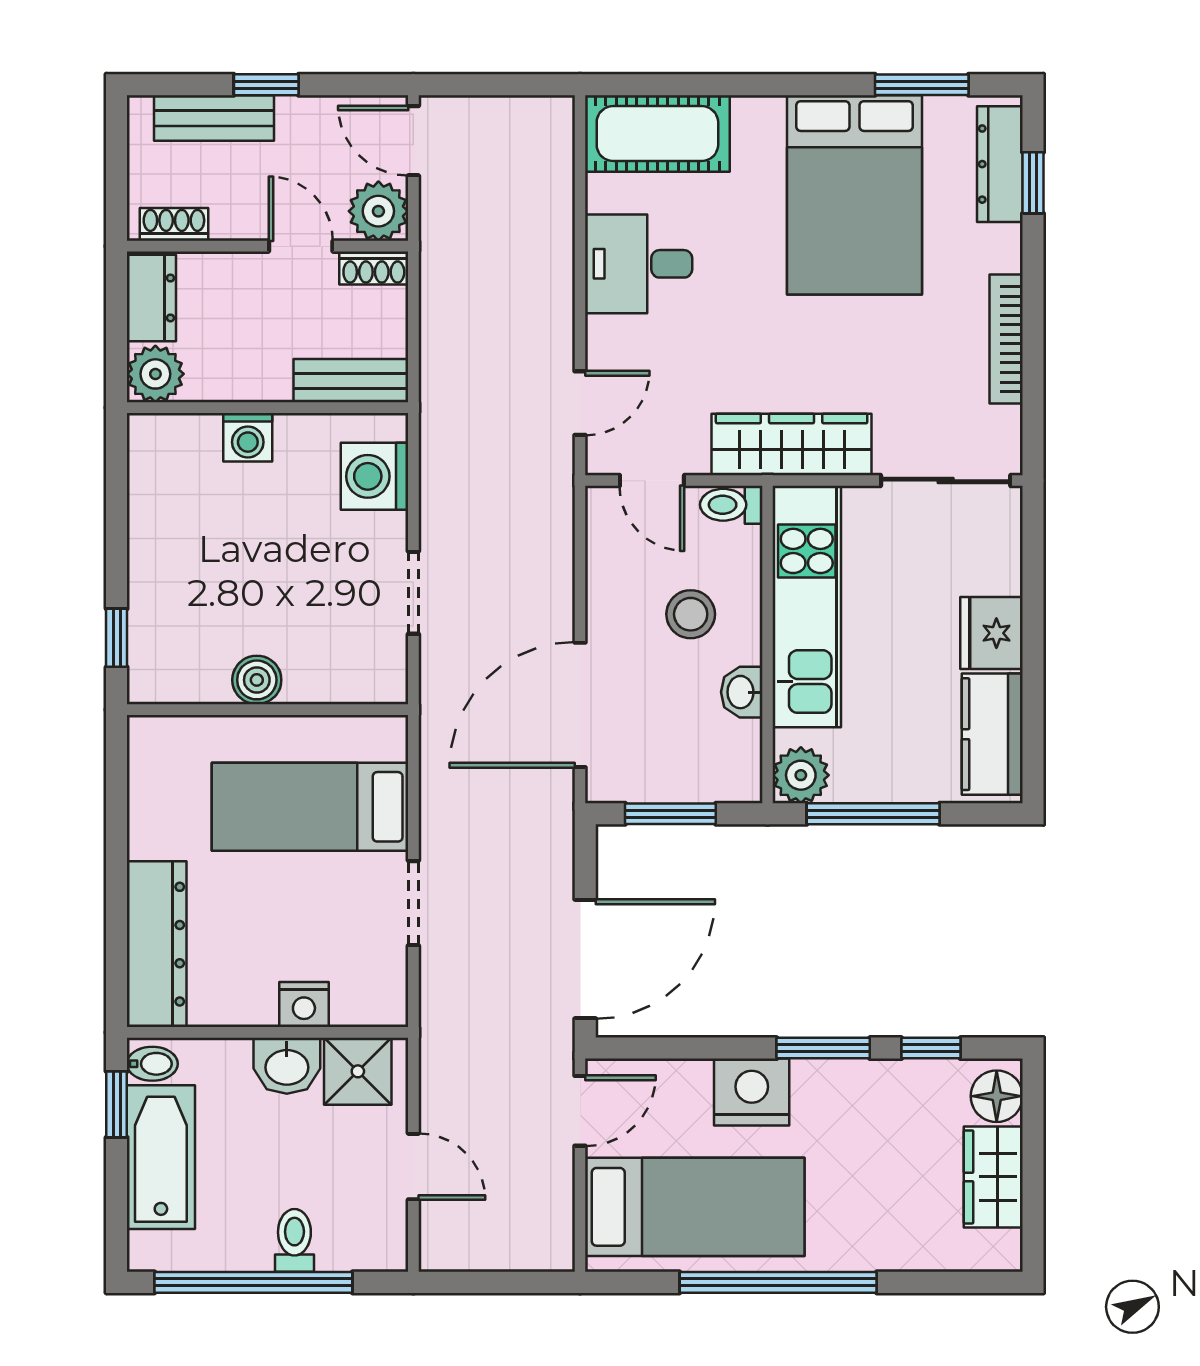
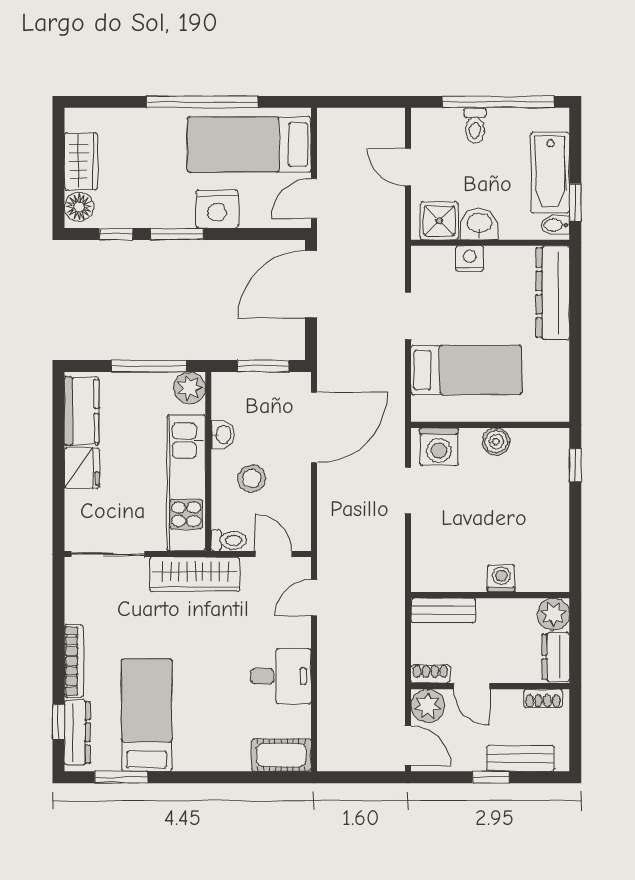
cot: (657, 134) -> (281, 755), width x0.73, depth x0.75
bed: (854, 195) -> (147, 715), width x0.67
bookcase: (1006, 339) -> (74, 661), moved
washing machine: (375, 476) -> (439, 447), moved, turned 90

